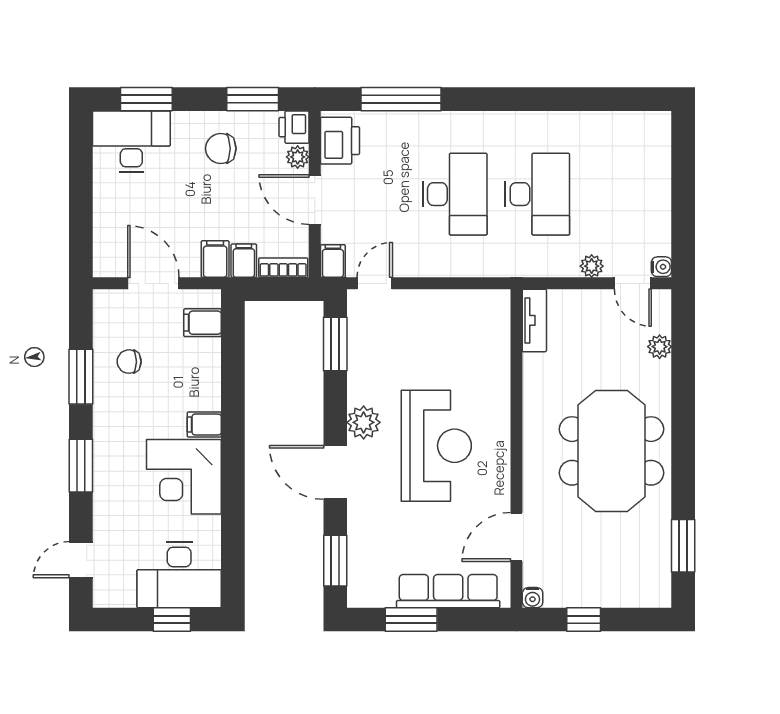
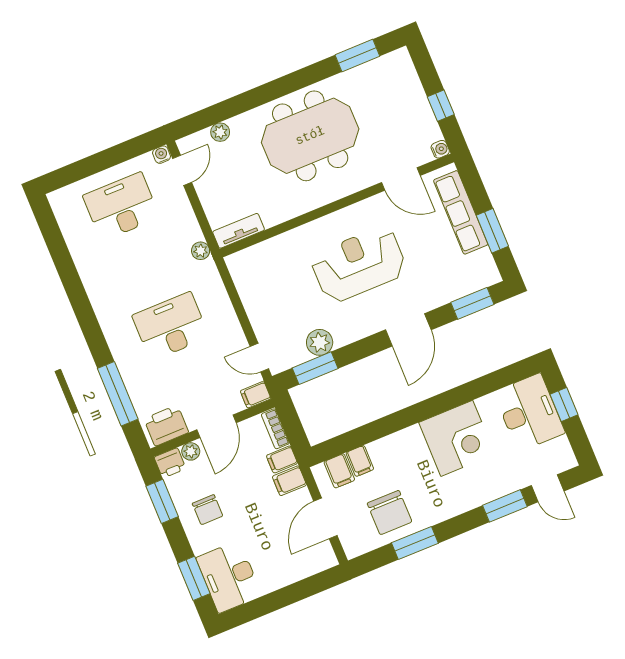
desk: (537, 194) -> (121, 207), moved
plant: (592, 266) -> (201, 251), moved
chair: (129, 362) -> (390, 513), width x1.87, depth x1.87
plant: (364, 422) -> (320, 342), moved
filing cabinet: (204, 425) -> (360, 461), moved
window: (81, 466) -> (505, 506), moved

